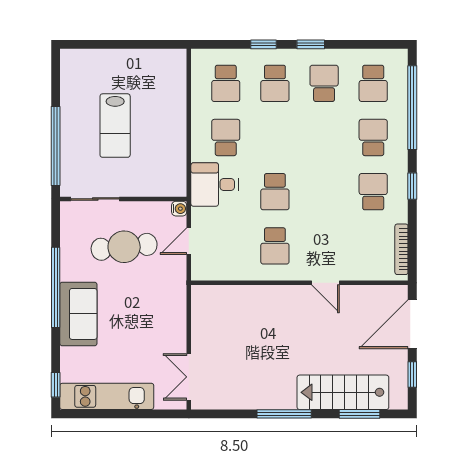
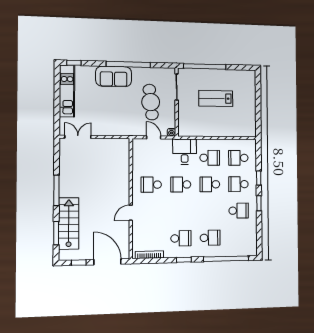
school desk: (373, 83) -> (210, 184), moved

